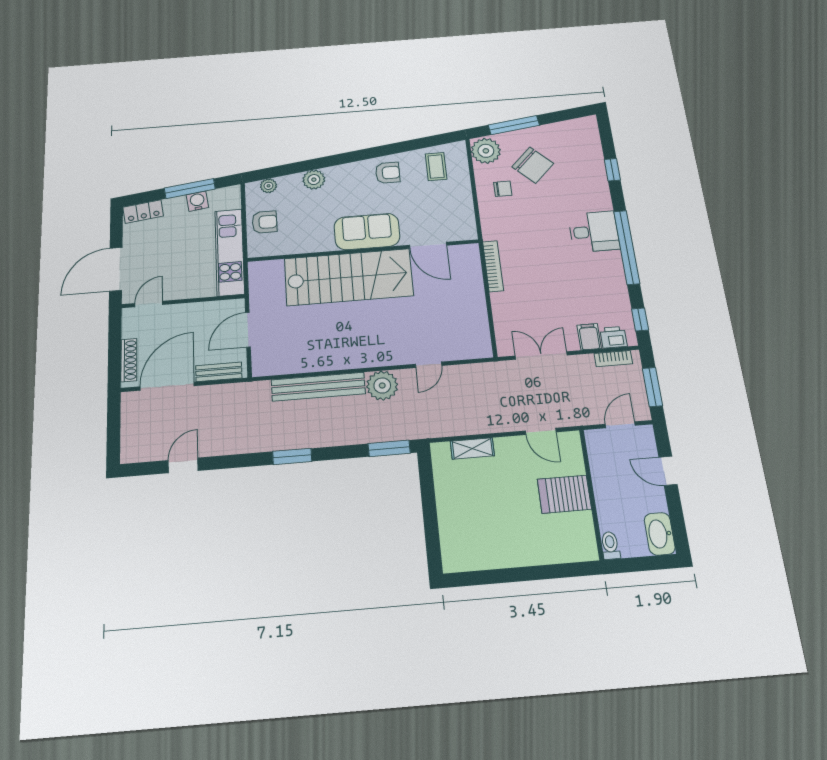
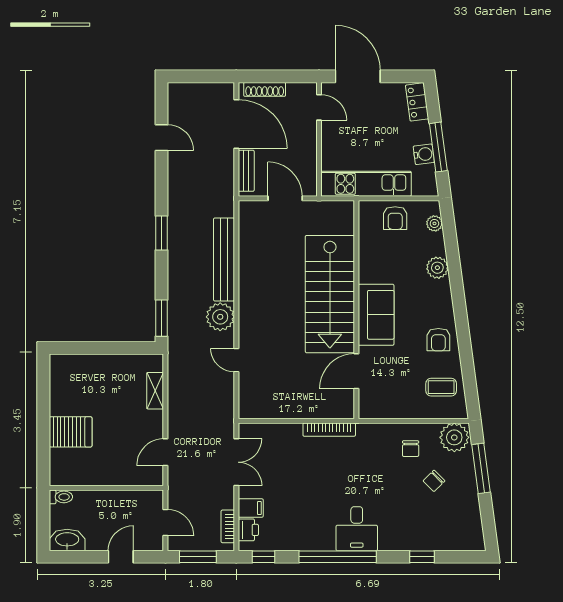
chair: (533, 165) -> (434, 481), width x0.54, depth x0.54
server rack: (564, 494) -> (71, 432), moved, turned 90

